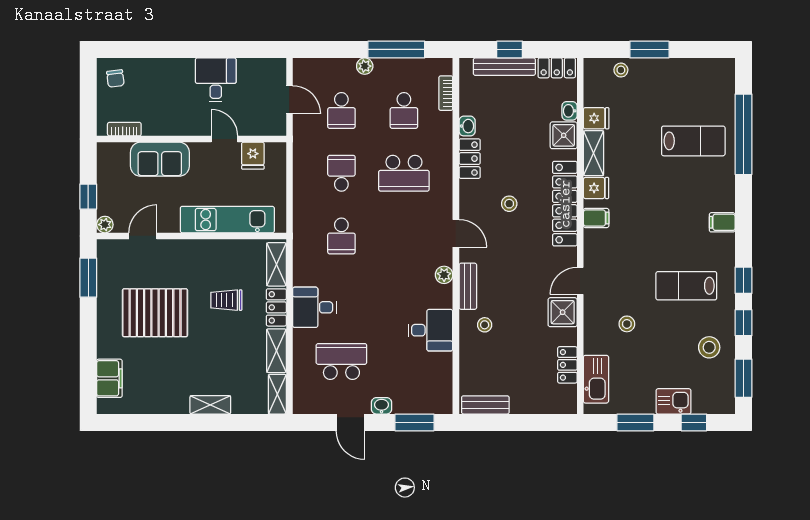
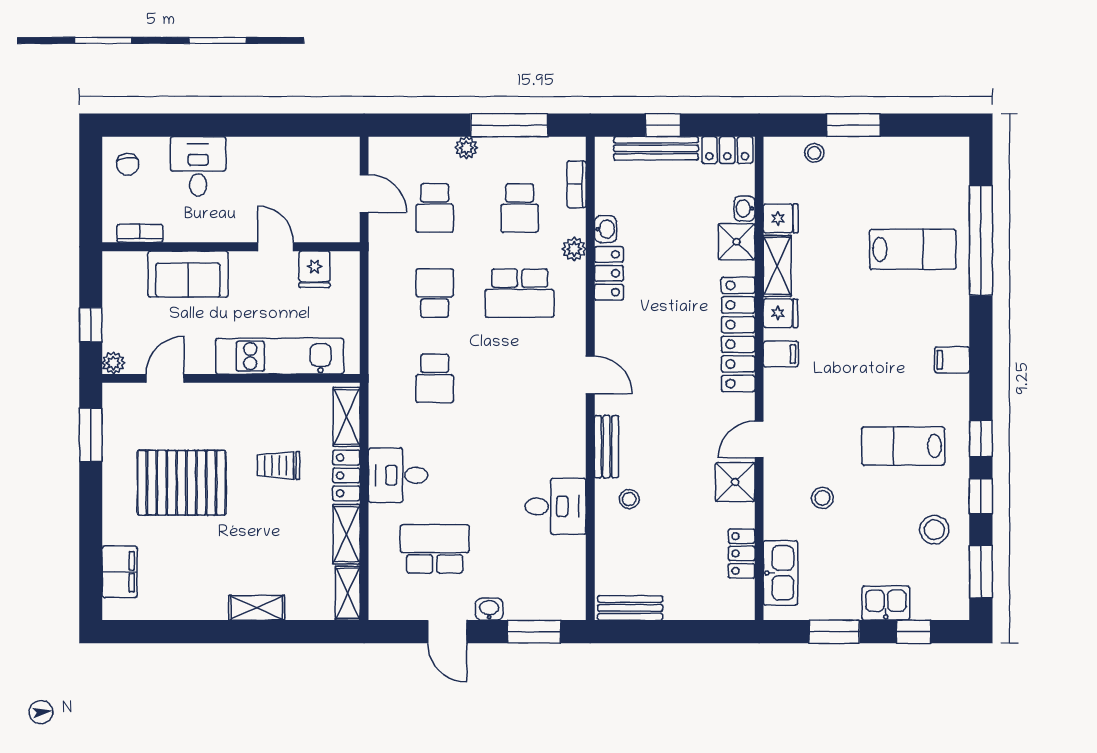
desk: (216, 80) -> (198, 166), moved
stool: (509, 204) -> (663, 335), removed
plant: (444, 275) -> (574, 249), moved

